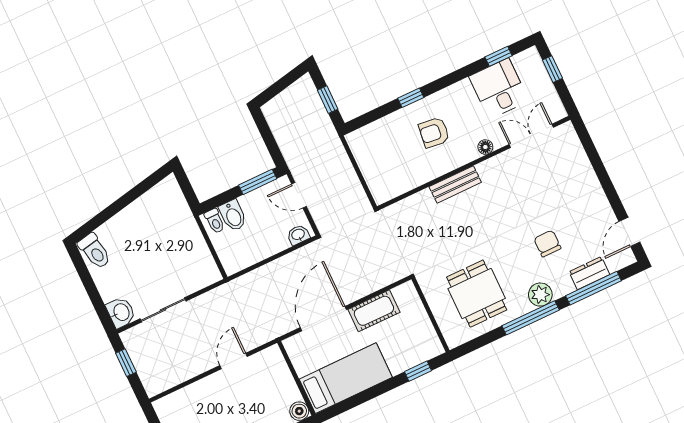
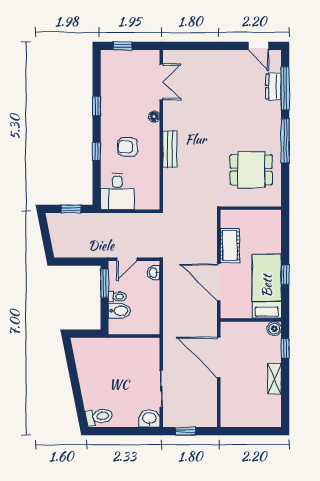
window: (499, 56) -> (97, 106), moved
desk: (499, 89) -> (117, 192), moved, turned -90
armchair: (434, 133) -> (128, 147), turned 83
double door: (531, 136) -> (161, 82), swing flipped
toilet: (215, 221) -> (117, 297), moved
chair: (547, 243) -> (240, 105), removed
plant: (540, 295) -> (272, 127), removed
door: (233, 361) -> (219, 357), width x1.87
window: (418, 371) -> (285, 275), moved

